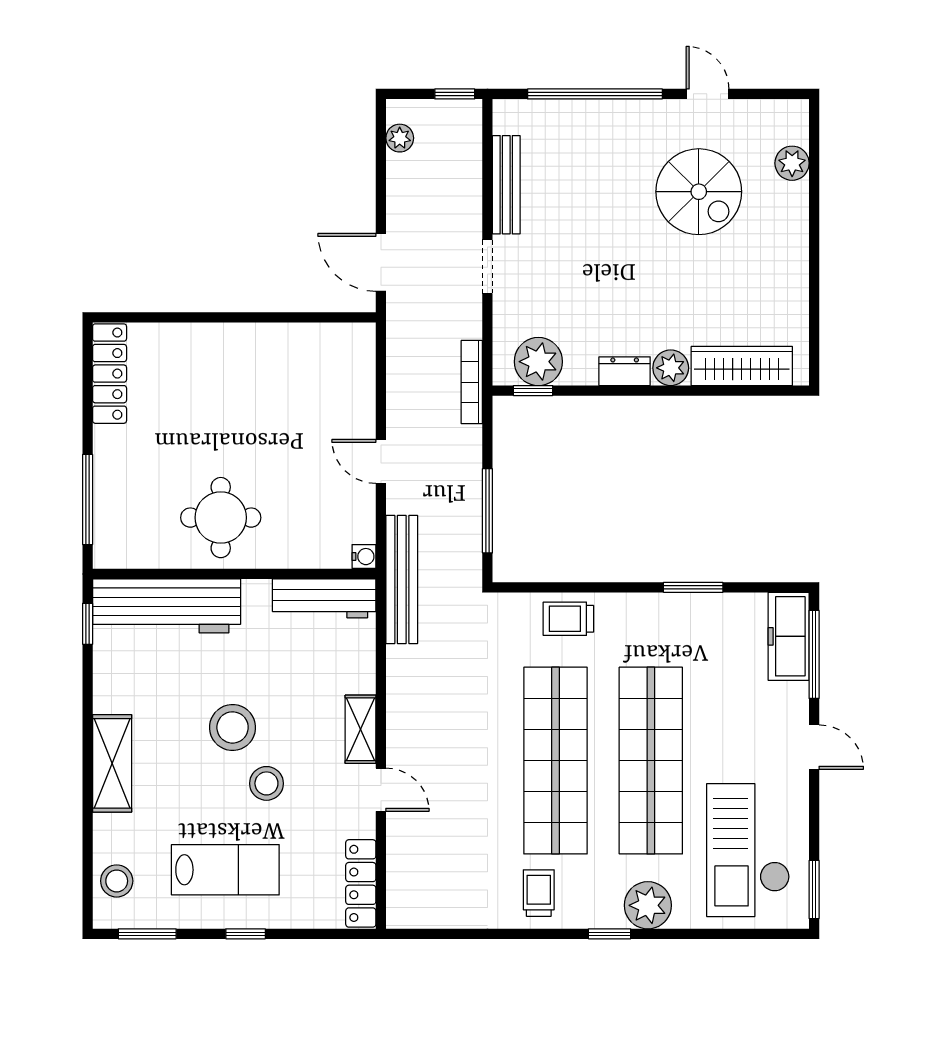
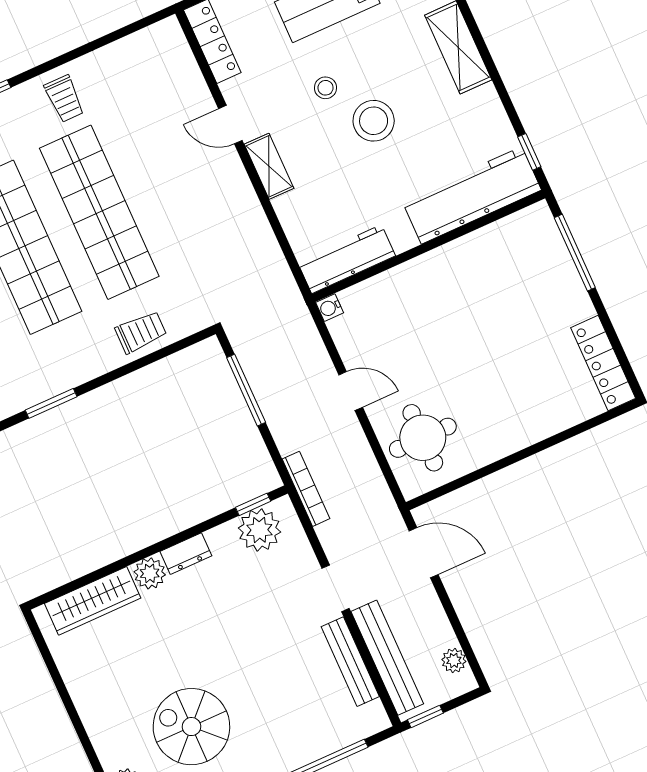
round table: (221, 518) -> (423, 438), moved
bench: (402, 580) -> (387, 658), moved
stool: (266, 783) -> (326, 88), width x0.73, depth x0.73

